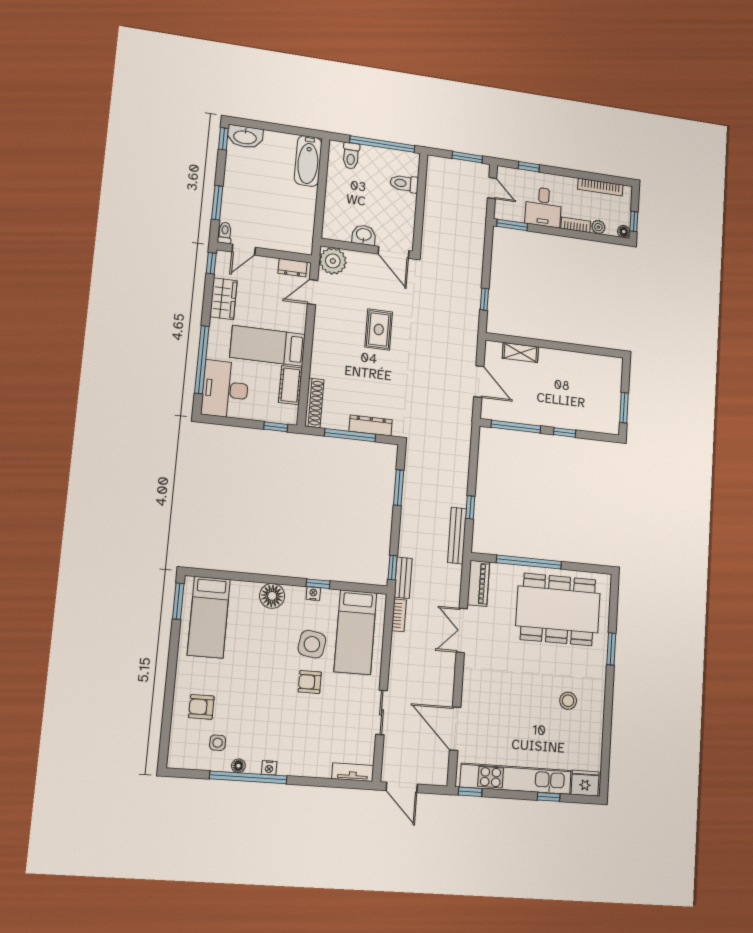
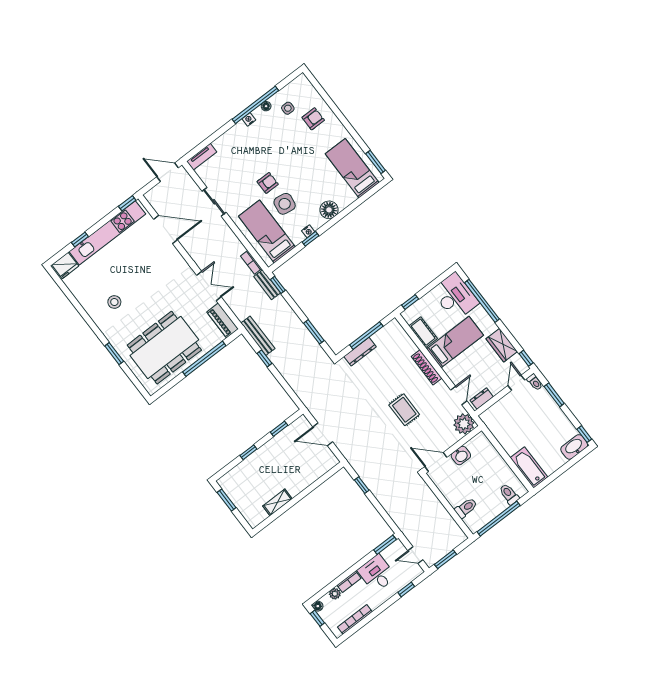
shelving: (520, 353) -> (277, 502), moved
shoe rack: (314, 403) -> (427, 367), moved
window: (516, 427) -> (279, 429), width x0.46

